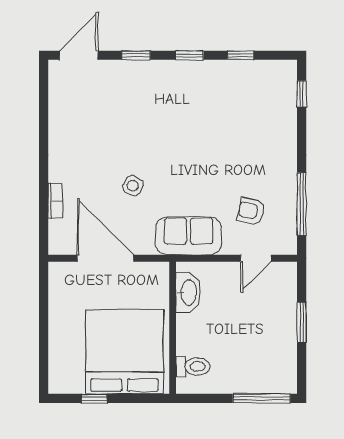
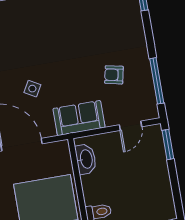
armchair: (251, 211) -> (114, 75), moved
window: (302, 322) -> (168, 145), moved

